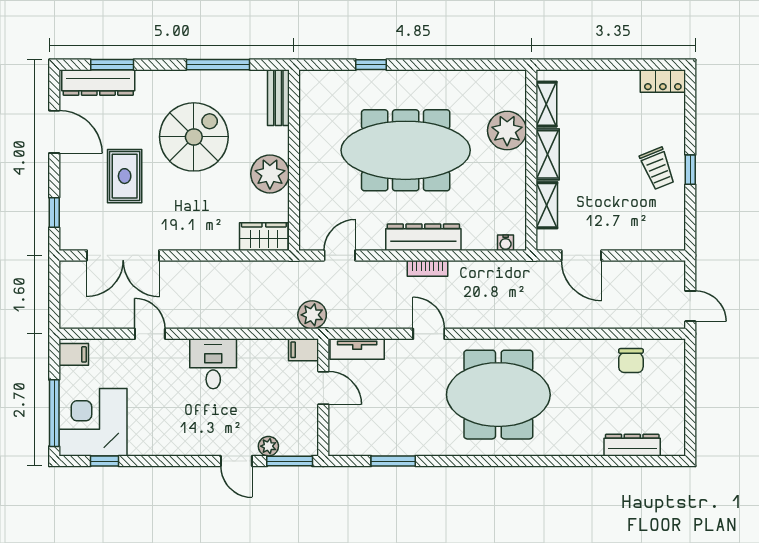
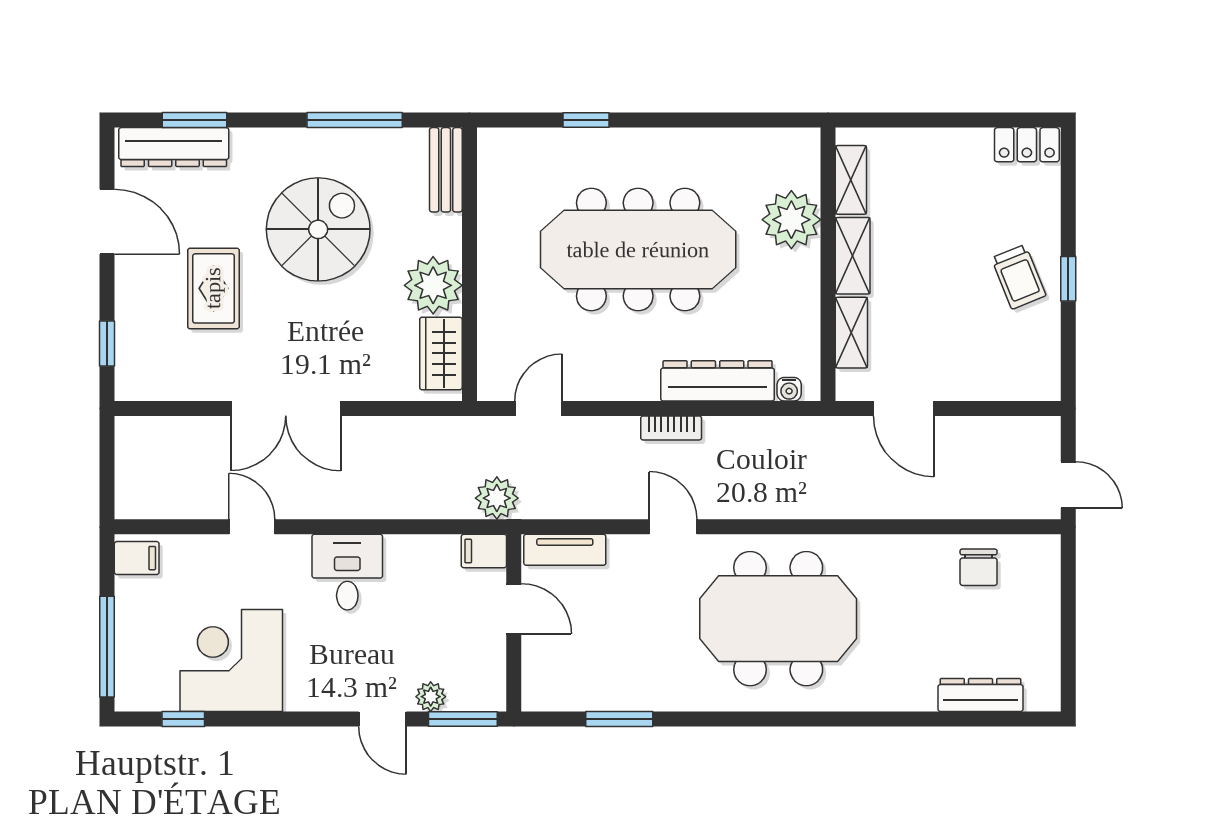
wardrobe: (264, 237) -> (441, 353), moved, turned -90
dresser: (423, 237) -> (718, 381), moved
double door: (123, 255) -> (286, 408), moved
corner desk: (93, 422) -> (231, 660), moved

